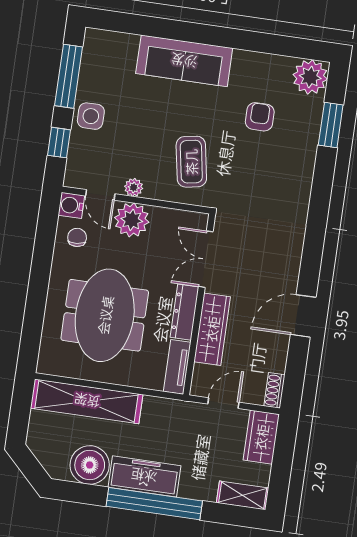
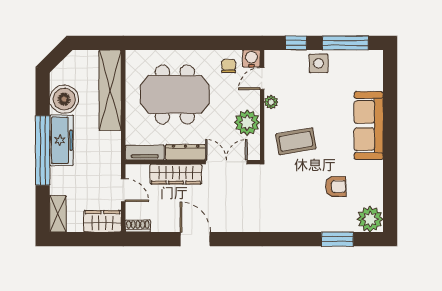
plant: (132, 220) -> (247, 123), moved
chair: (77, 237) -> (229, 66), turned -86

